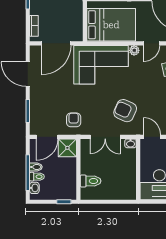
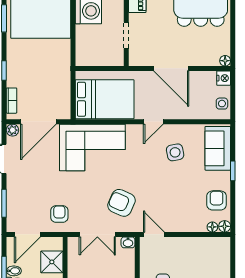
plant: (134, 50) -> (12, 130), moved
shower: (67, 148) -> (52, 262), moved

